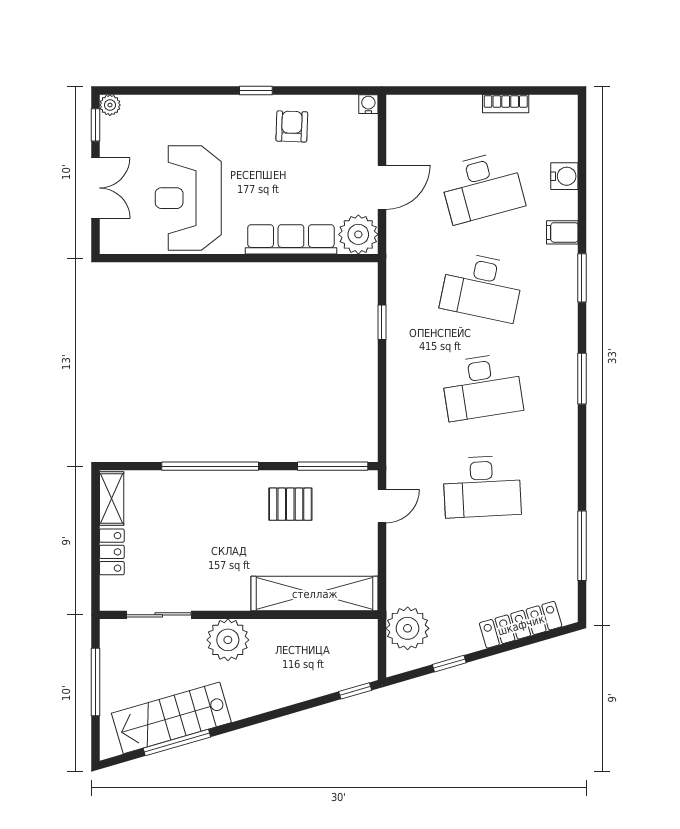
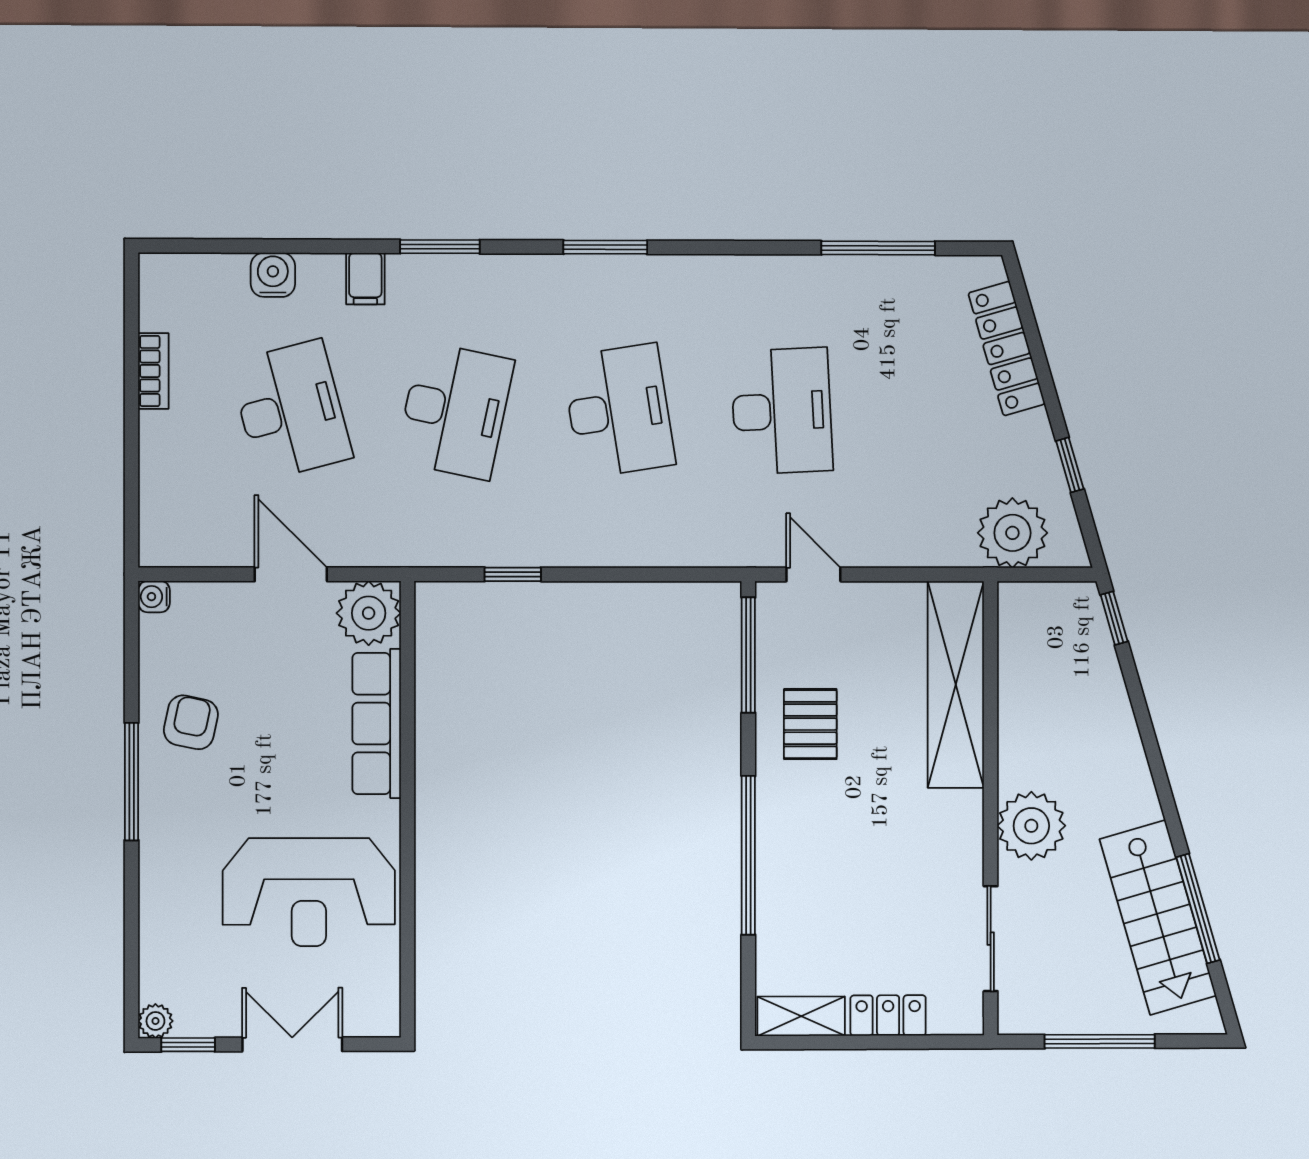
window: (256, 90) -> (132, 782), width x2.17
armchair: (292, 126) -> (191, 722), turned 100

